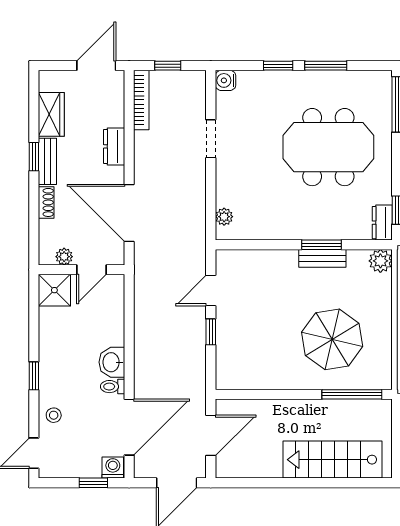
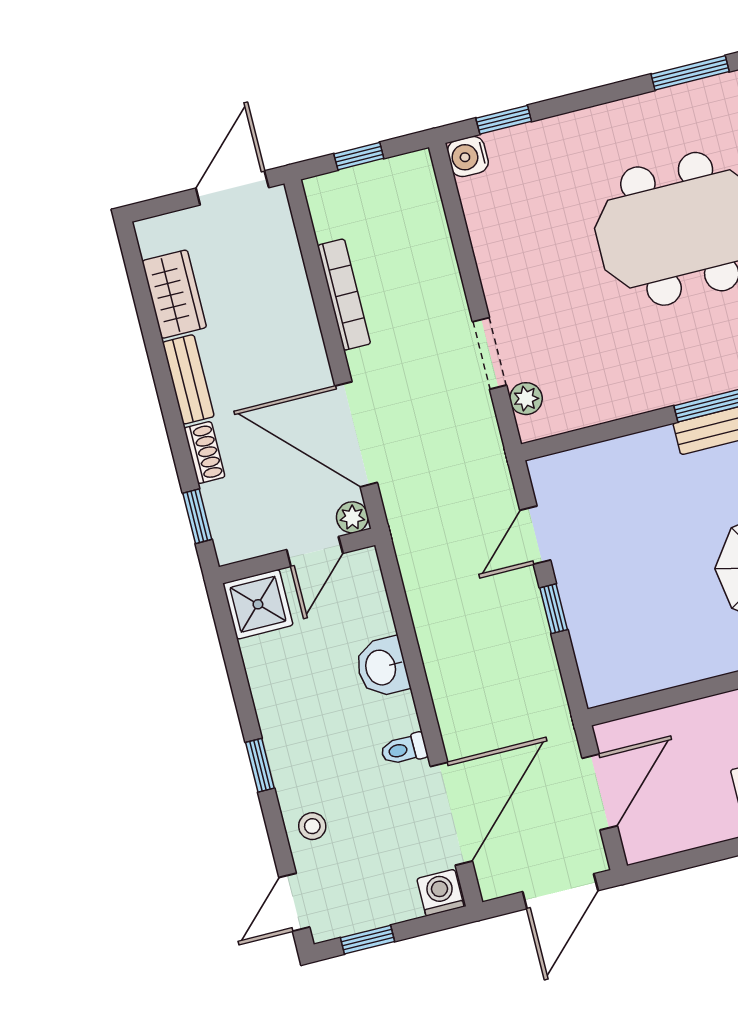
window: (278, 66) -> (504, 120), moved
window: (326, 66) -> (690, 73), moved
bookcase: (141, 100) -> (344, 295), moved
doorway: (211, 139) -> (489, 353), moved
dresser: (114, 146) -> (300, 323), removed
window: (34, 157) -> (197, 516), moved
plant: (64, 257) -> (352, 517), moved
washbasin: (112, 362) -> (382, 667), moved
window: (93, 483) -> (368, 940), moved

